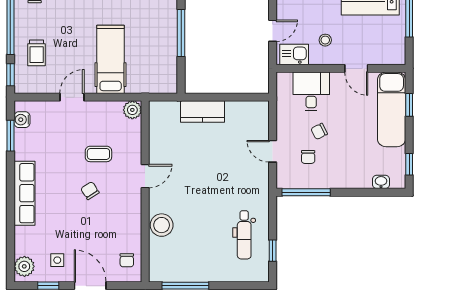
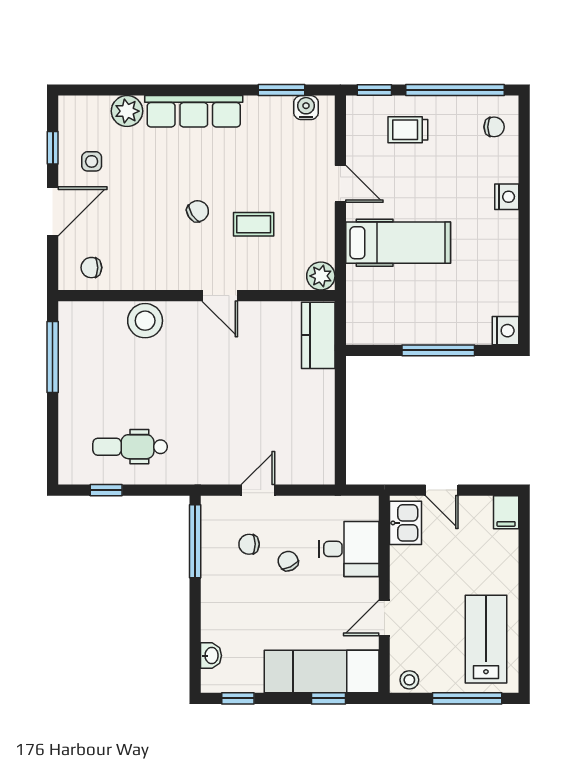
stool: (325, 40) -> (409, 680), moved
kitchen counter: (202, 112) -> (318, 335), moved
coffee table: (98, 154) -> (254, 224), turned 90
plant: (24, 266) -> (127, 111), moved

